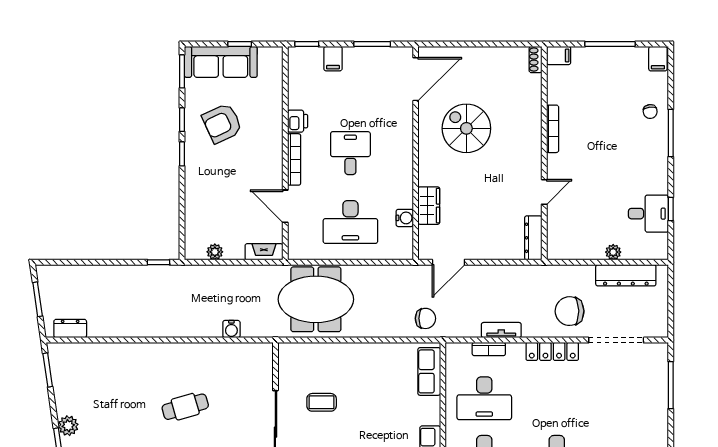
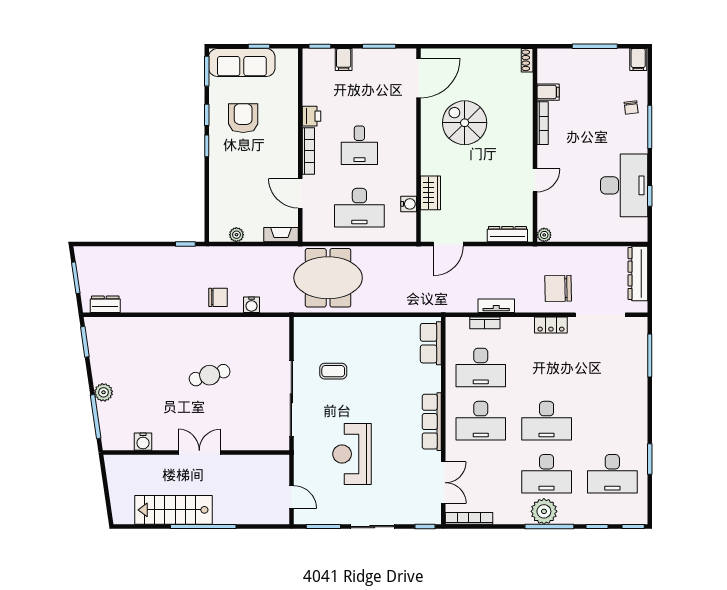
filing cabinet: (559, 56) -> (548, 92), moved
armchair: (222, 123) -> (243, 118), turned 115
desk: (350, 153) -> (359, 145), turned 180
desk: (648, 214) -> (624, 185), width x1.87, depth x1.30
dresser: (533, 238) -> (507, 234), moved, turned 90
plant: (613, 252) -> (544, 235), moved
dresser: (626, 275) -> (638, 274), moved, turned 90
chair: (425, 318) -> (218, 297), moved
locker: (552, 351) -> (551, 325), width x0.66

